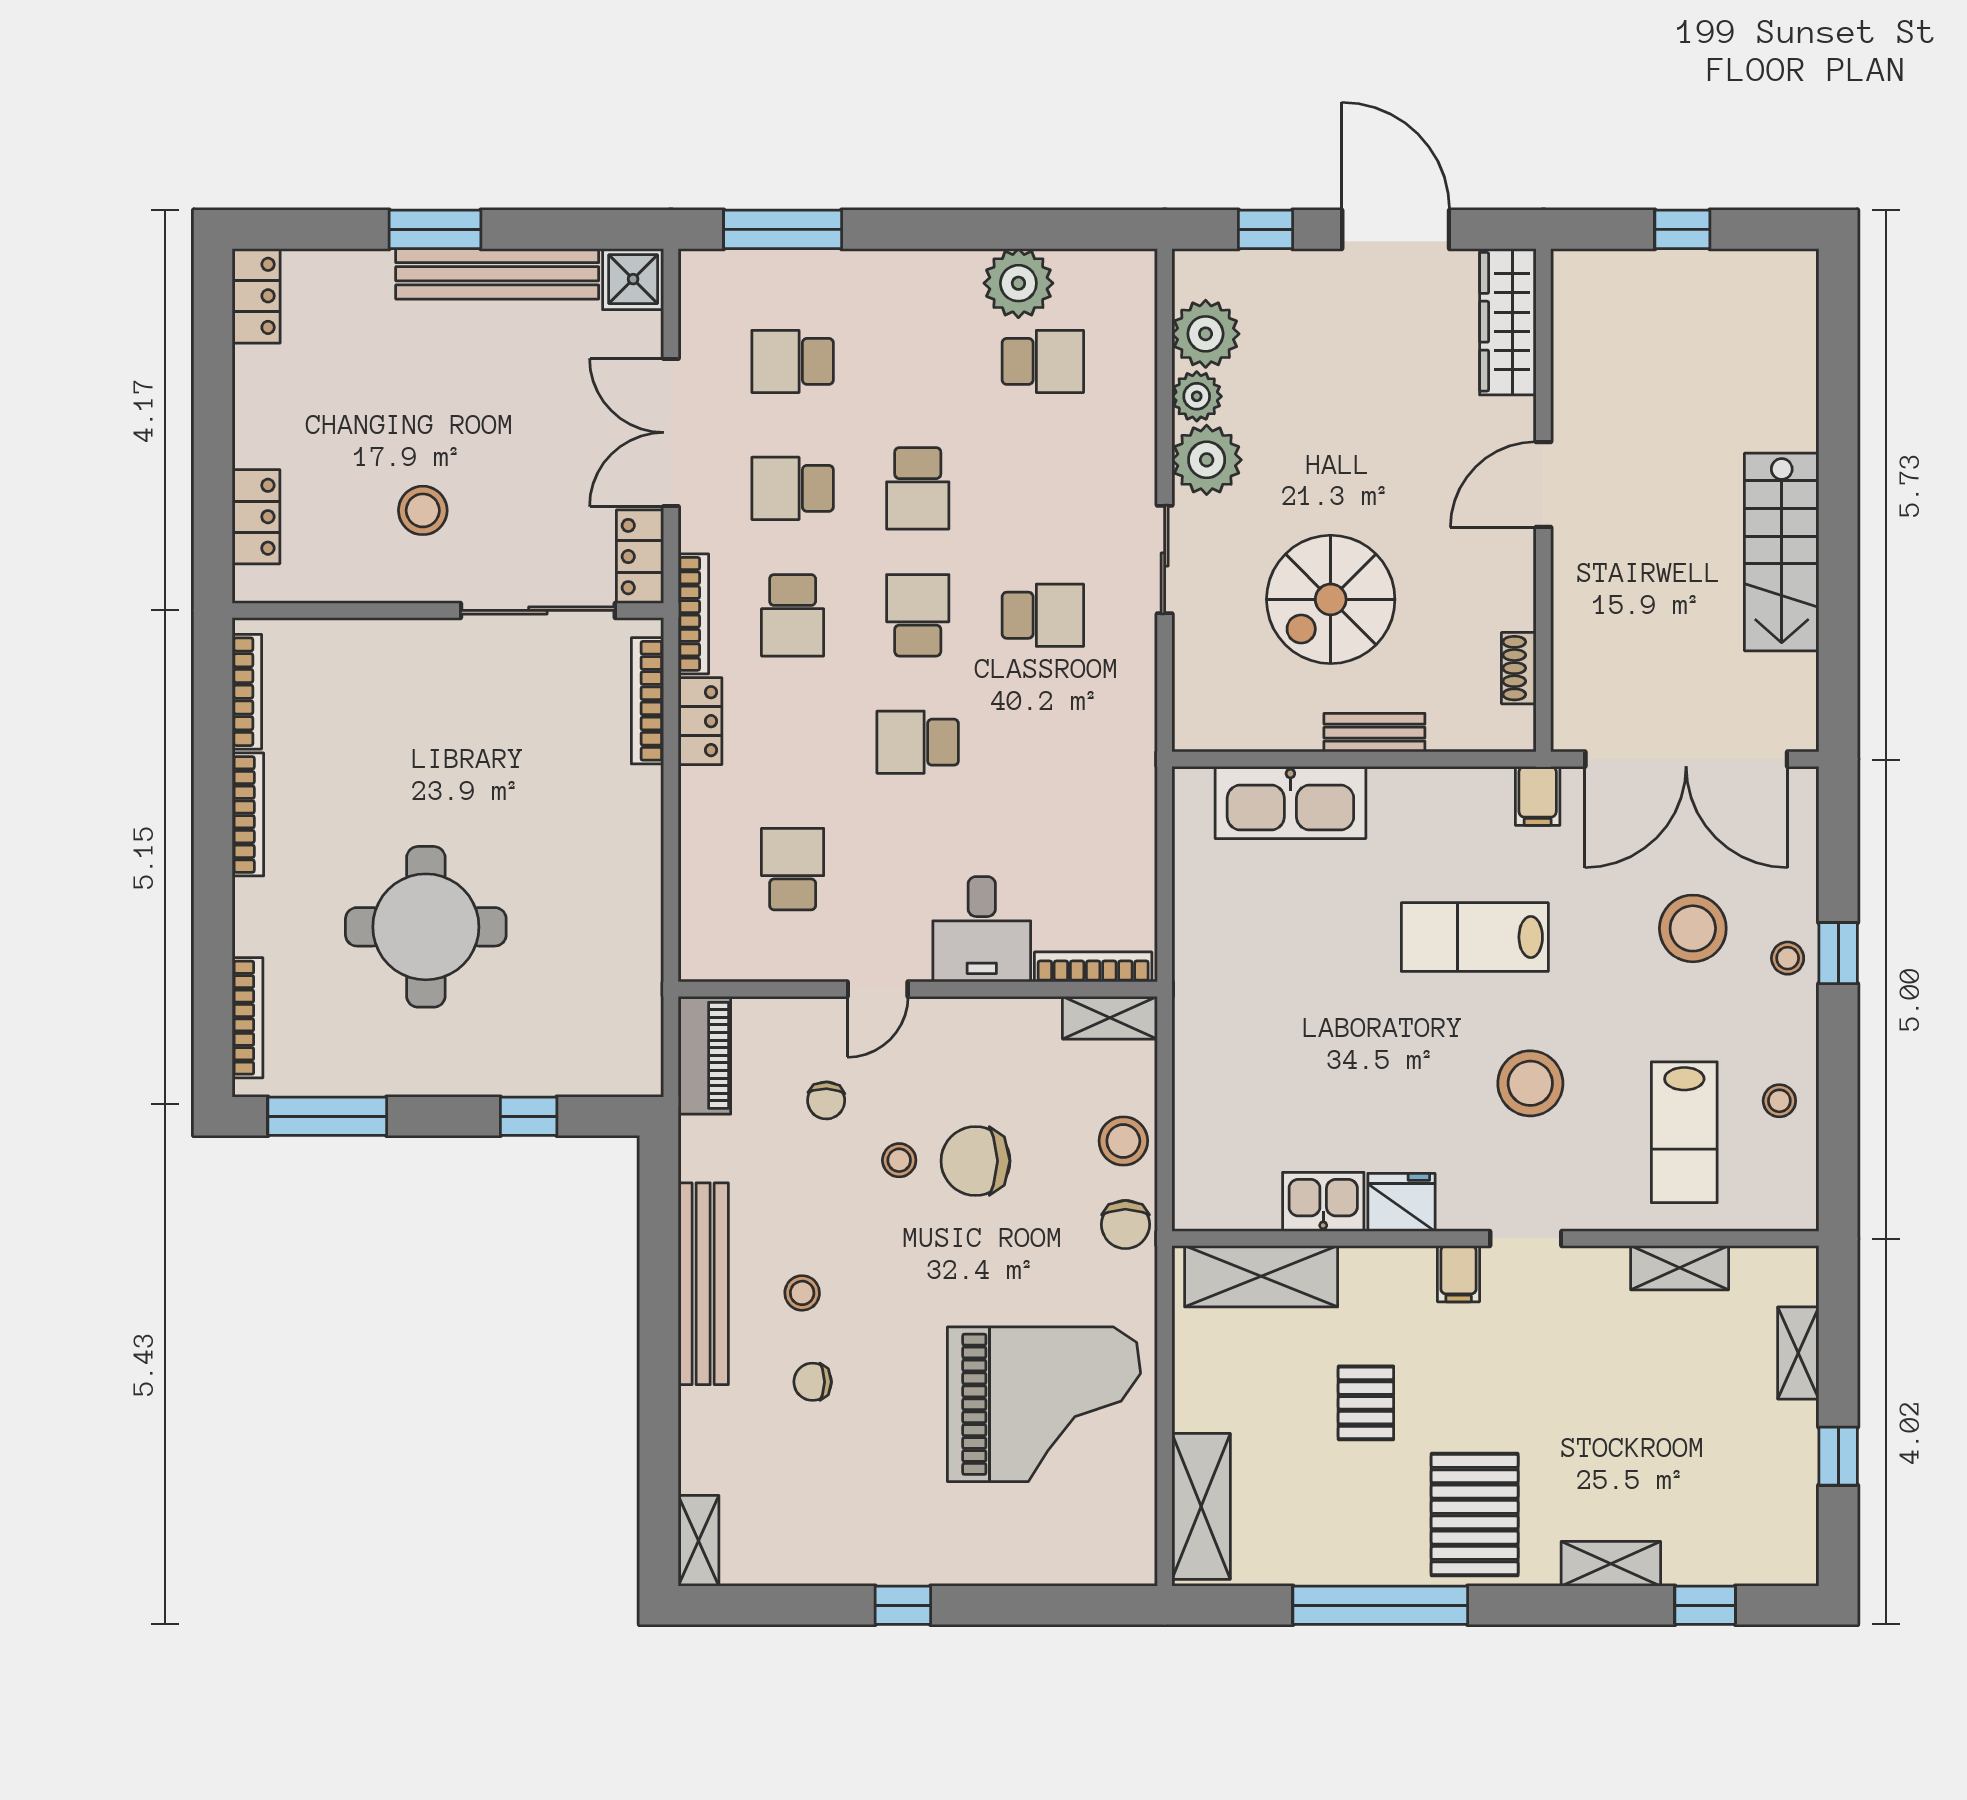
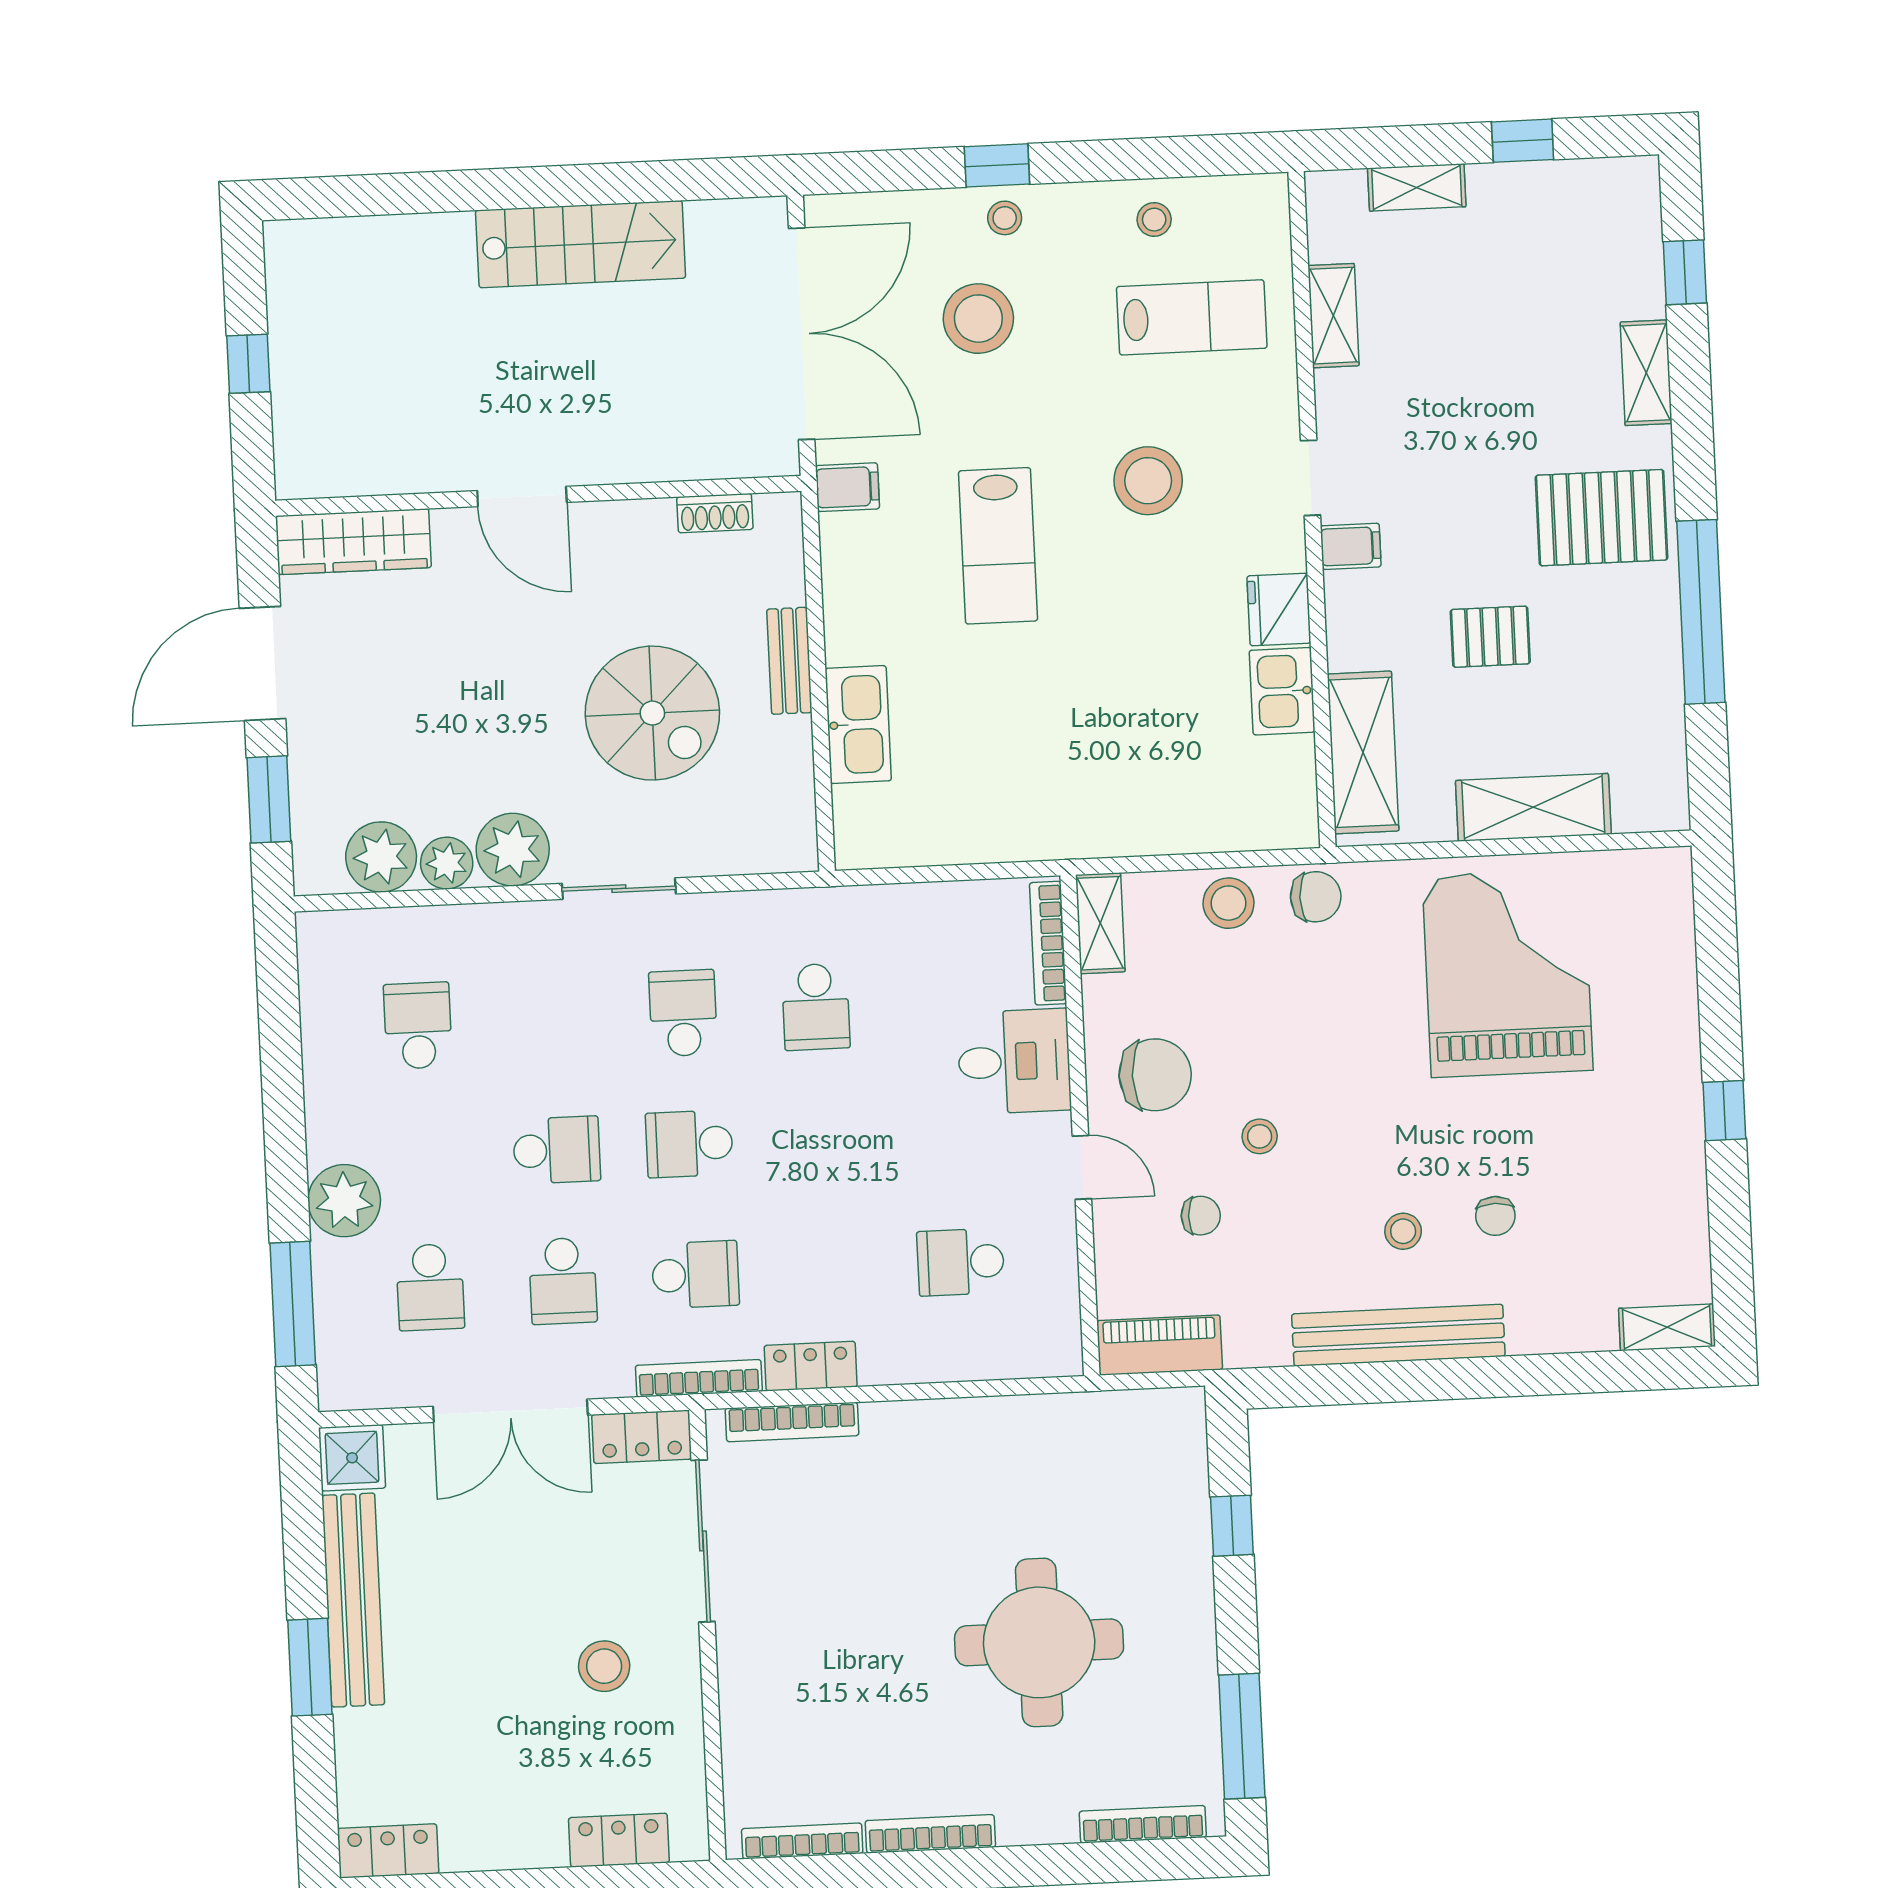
window: (1266, 229) -> (269, 799), width x1.50
plant: (1018, 283) -> (344, 1201), moved
school desk: (918, 742) -> (816, 1007), moved
kitchen sink: (1290, 802) -> (858, 725), width x0.73, depth x0.81
chair: (976, 1161) -> (1155, 1075), moved, turned -90
shelving: (1201, 1506) -> (1533, 807), moved

